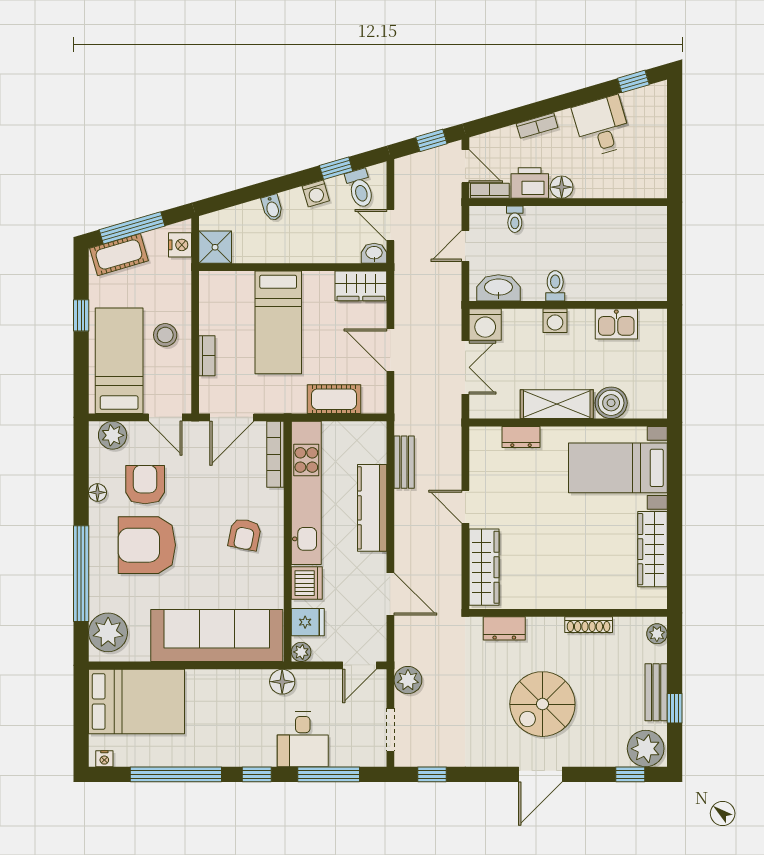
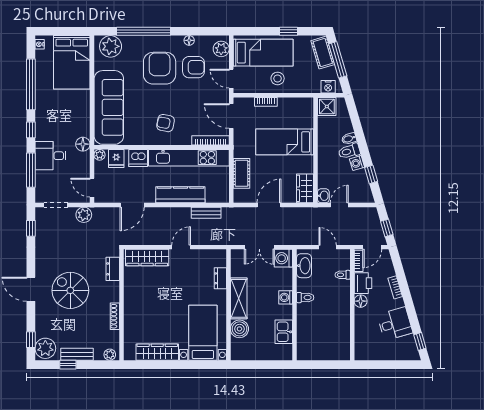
toilet: (360, 188) -> (349, 151), moved
door: (165, 417) -> (231, 79), hinge flipped

